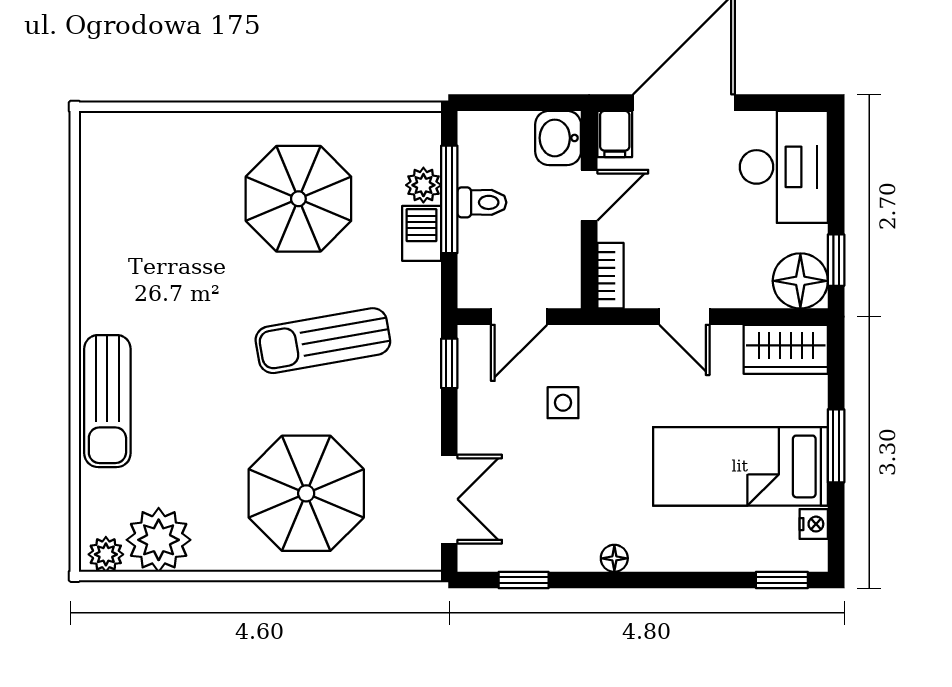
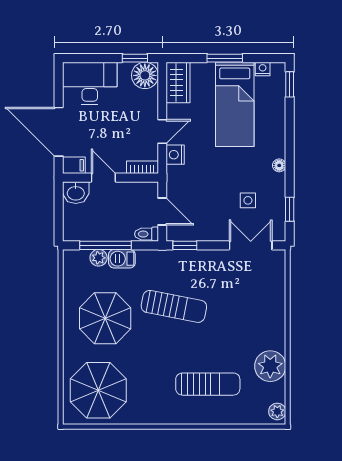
toilet: (482, 202) -> (146, 234), moved, turned -90
sun lounger: (323, 341) -> (174, 306), turned -69
nightstand: (636, 343) -> (175, 155), added
sun lounger: (107, 401) -> (208, 384), moved
side table: (563, 403) -> (248, 200), moved
parasol: (306, 493) -> (98, 390), moved
plant: (159, 540) -> (270, 366), moved

